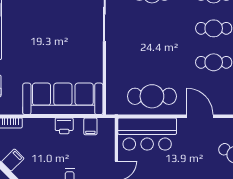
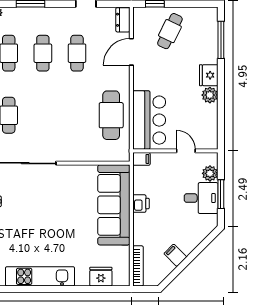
door: (200, 116) -> (131, 52), moved
filing cabinet: (90, 126) -> (141, 159), moved

